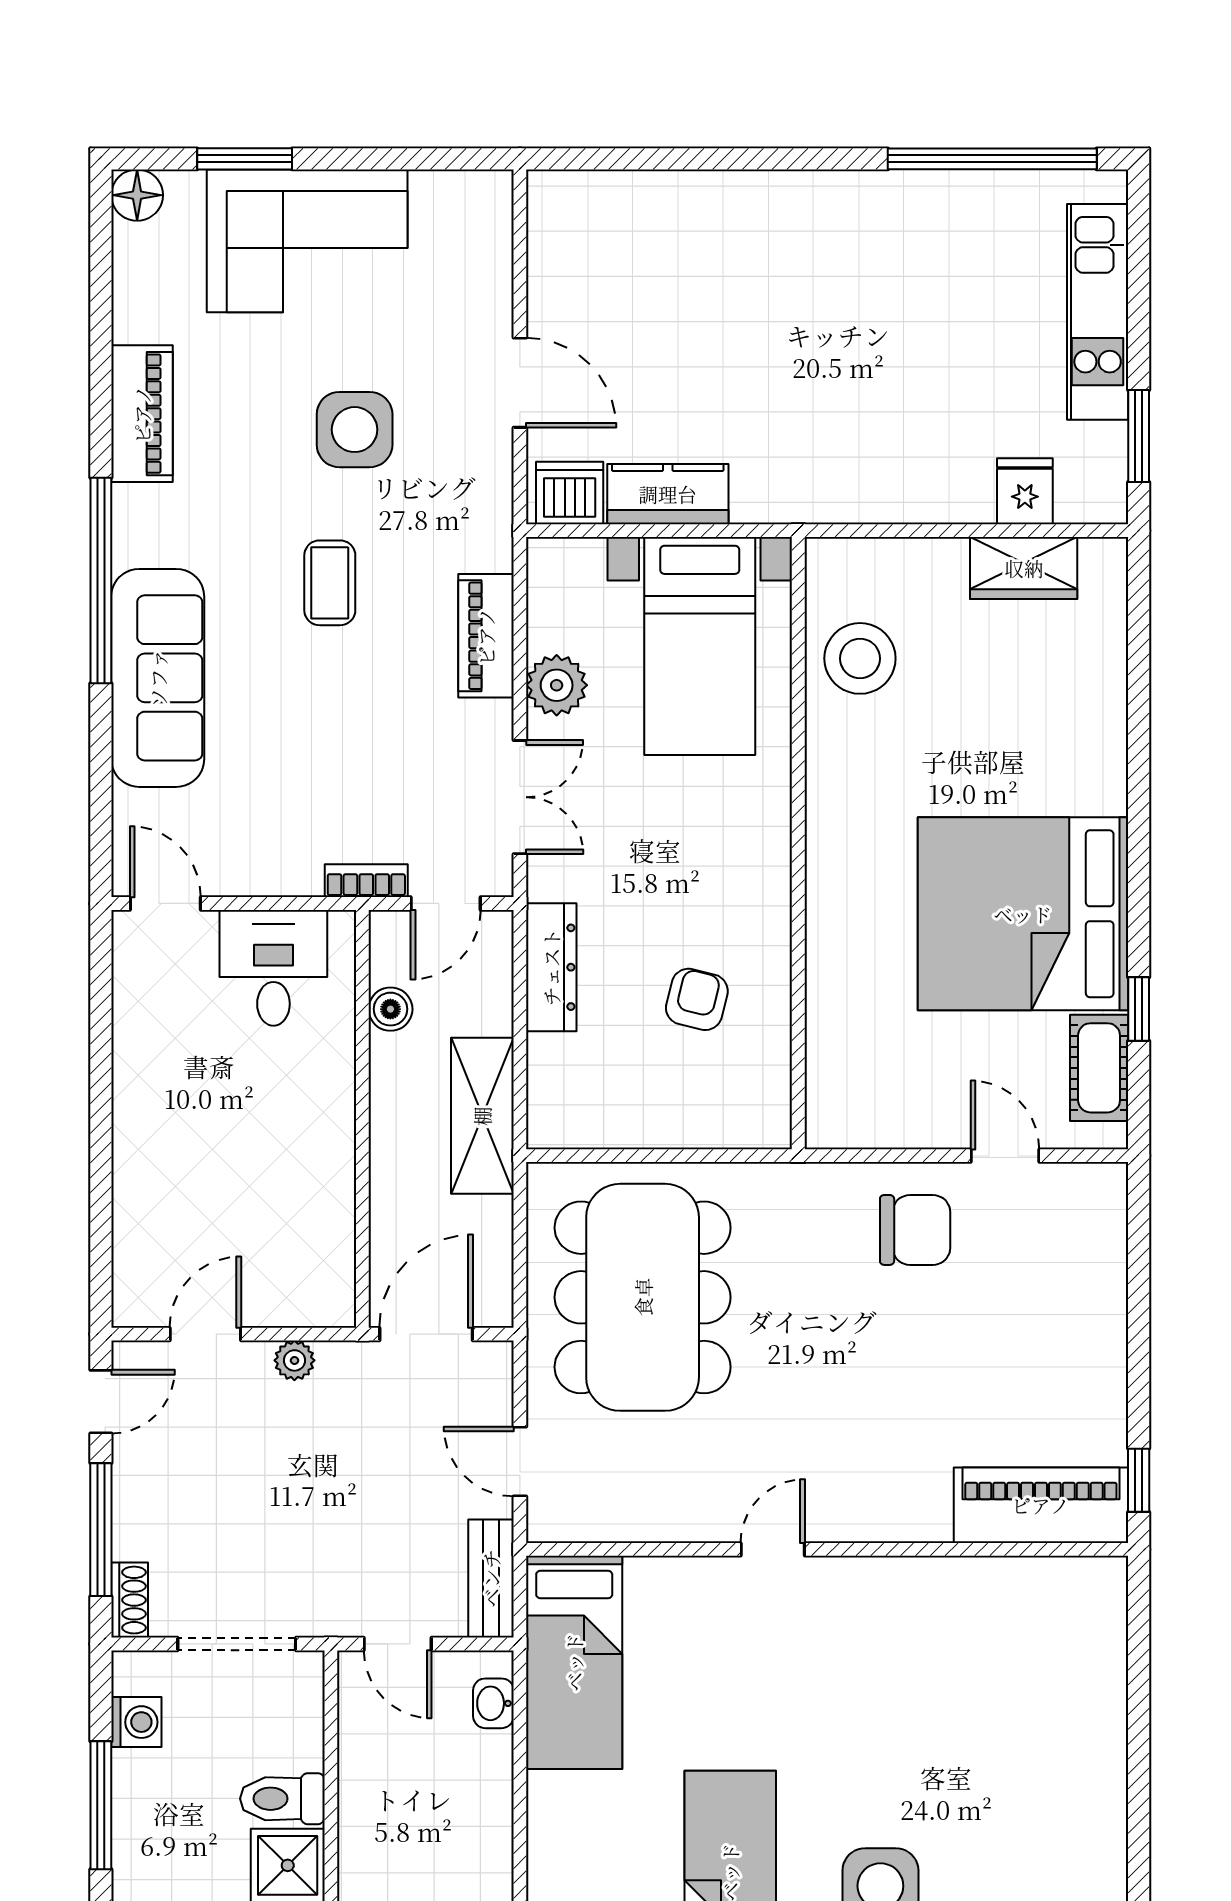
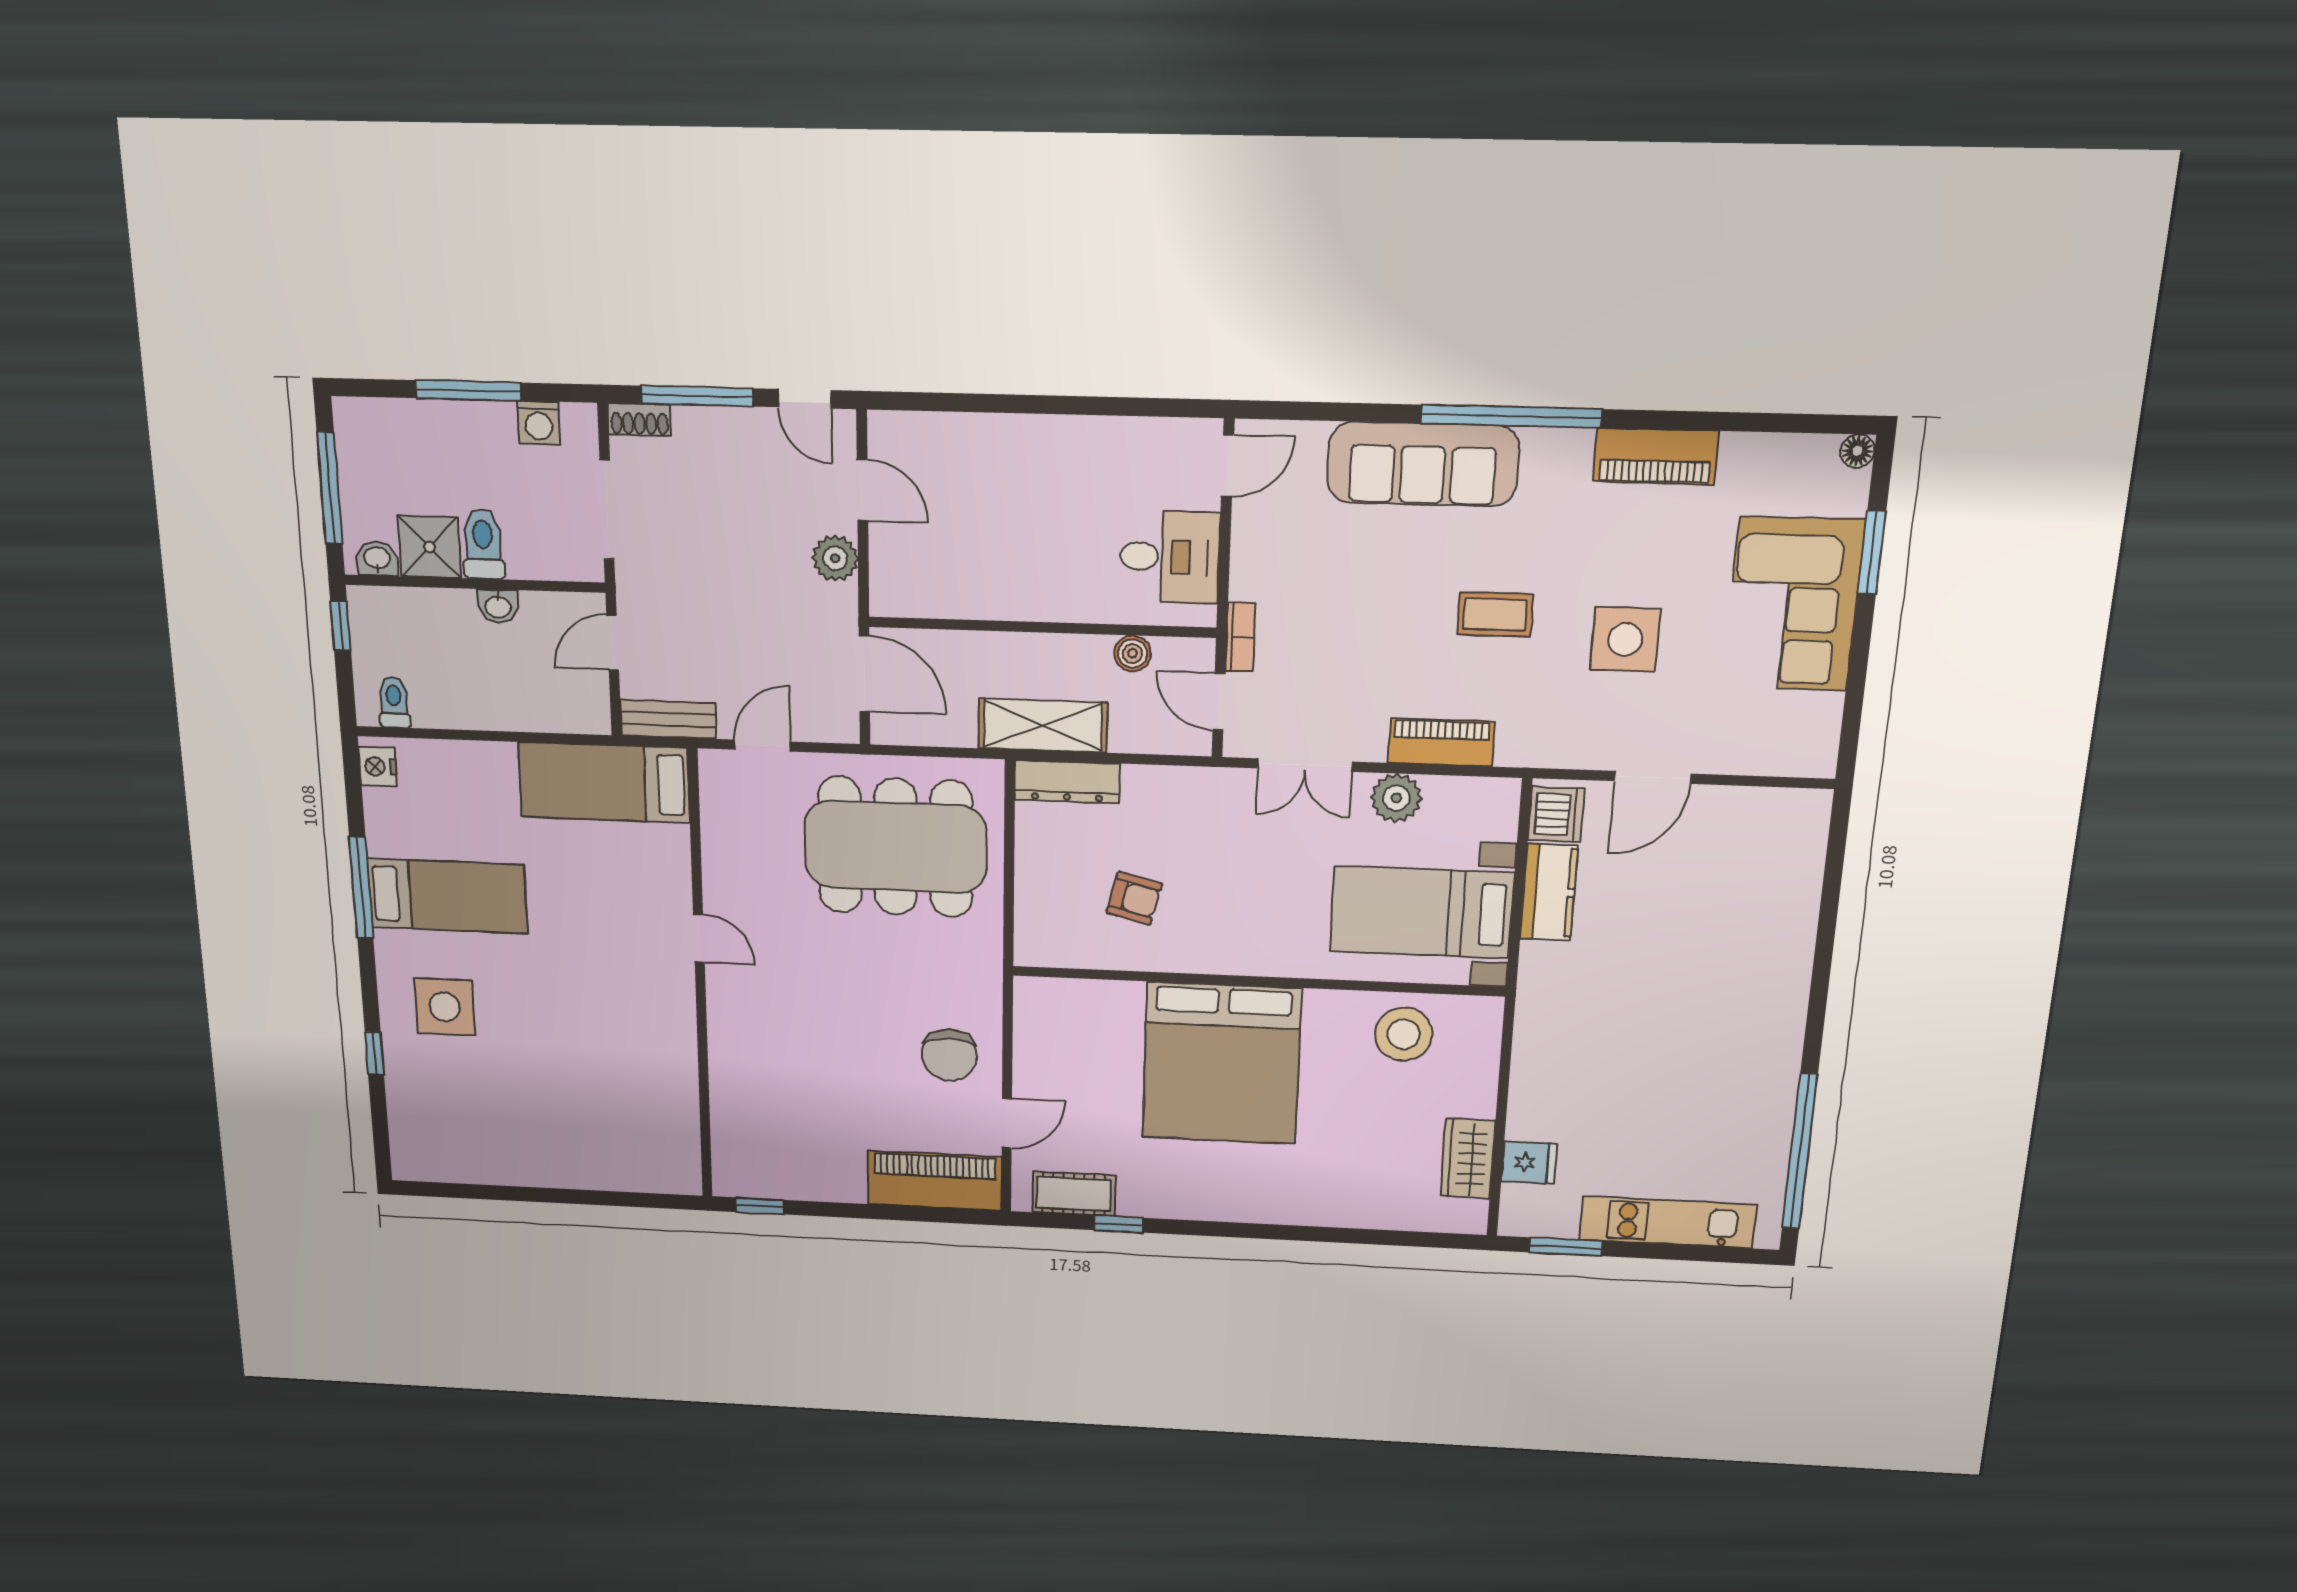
floor lamp: (137, 195) -> (1857, 451), width x0.73, depth x0.73
bed: (1023, 914) -> (1221, 1063), moved, turned 180
dresser: (551, 967) -> (1067, 782), moved
plant: (294, 1360) -> (835, 558), width x1.38, depth x1.38
piano: (1041, 1505) -> (935, 1181), moved, turned -90
washbasin: (493, 1703) -> (498, 606), moved, turned 180

